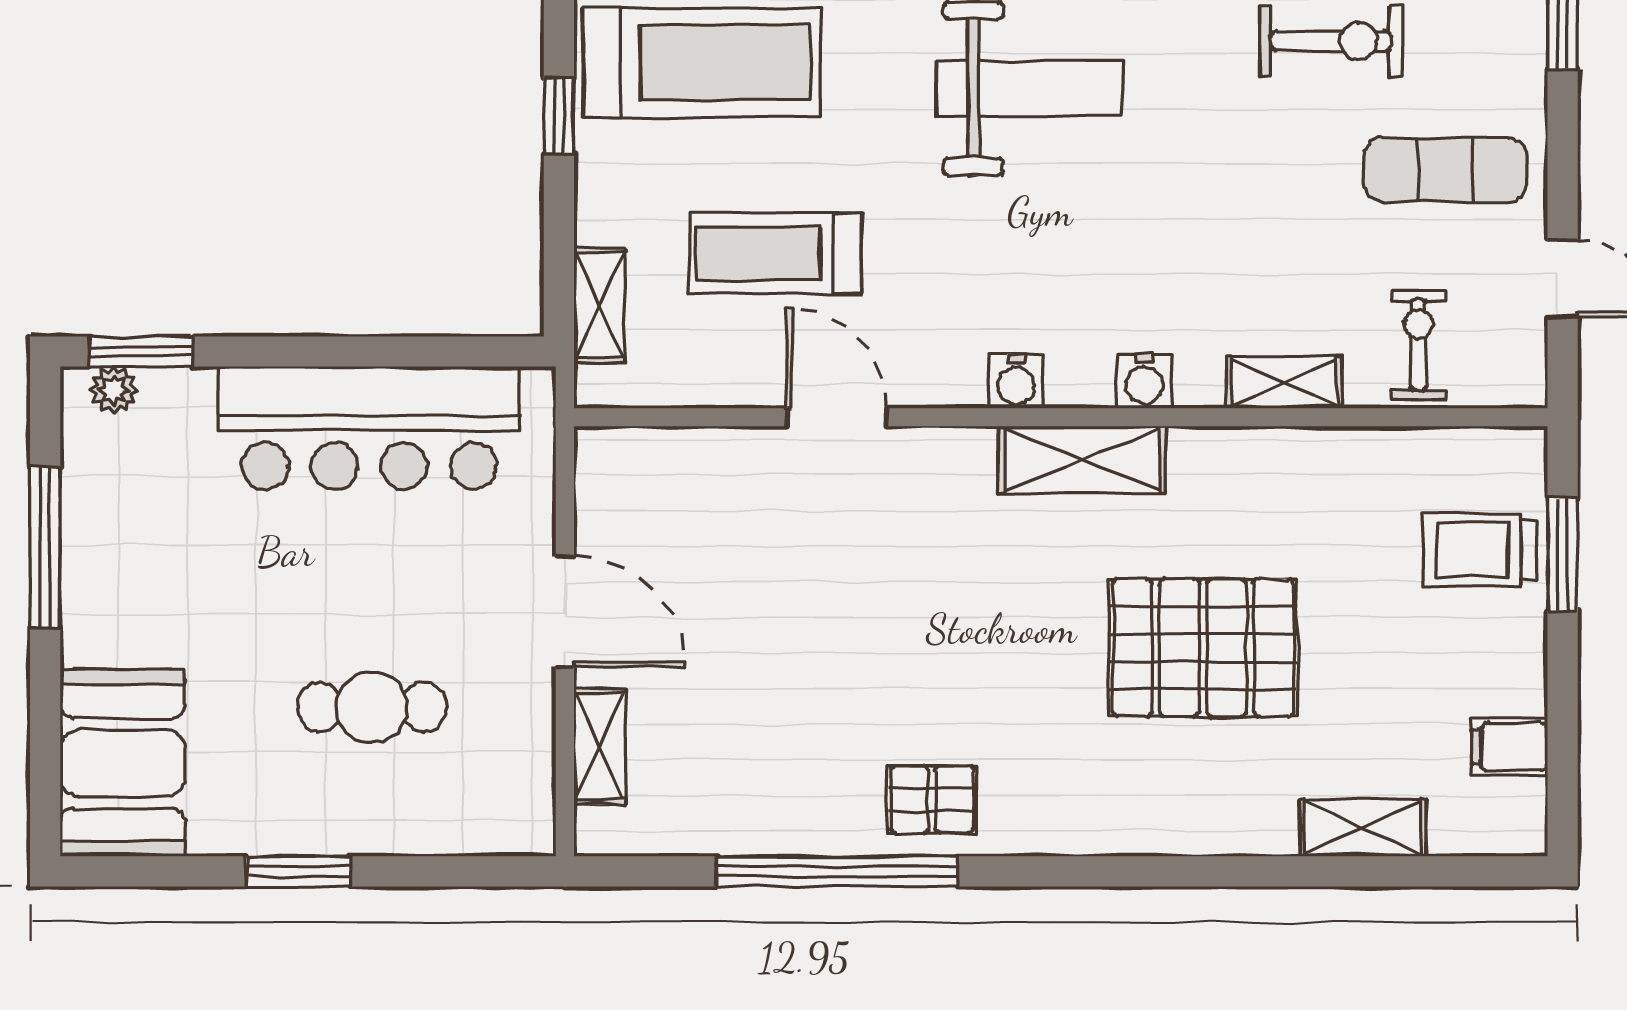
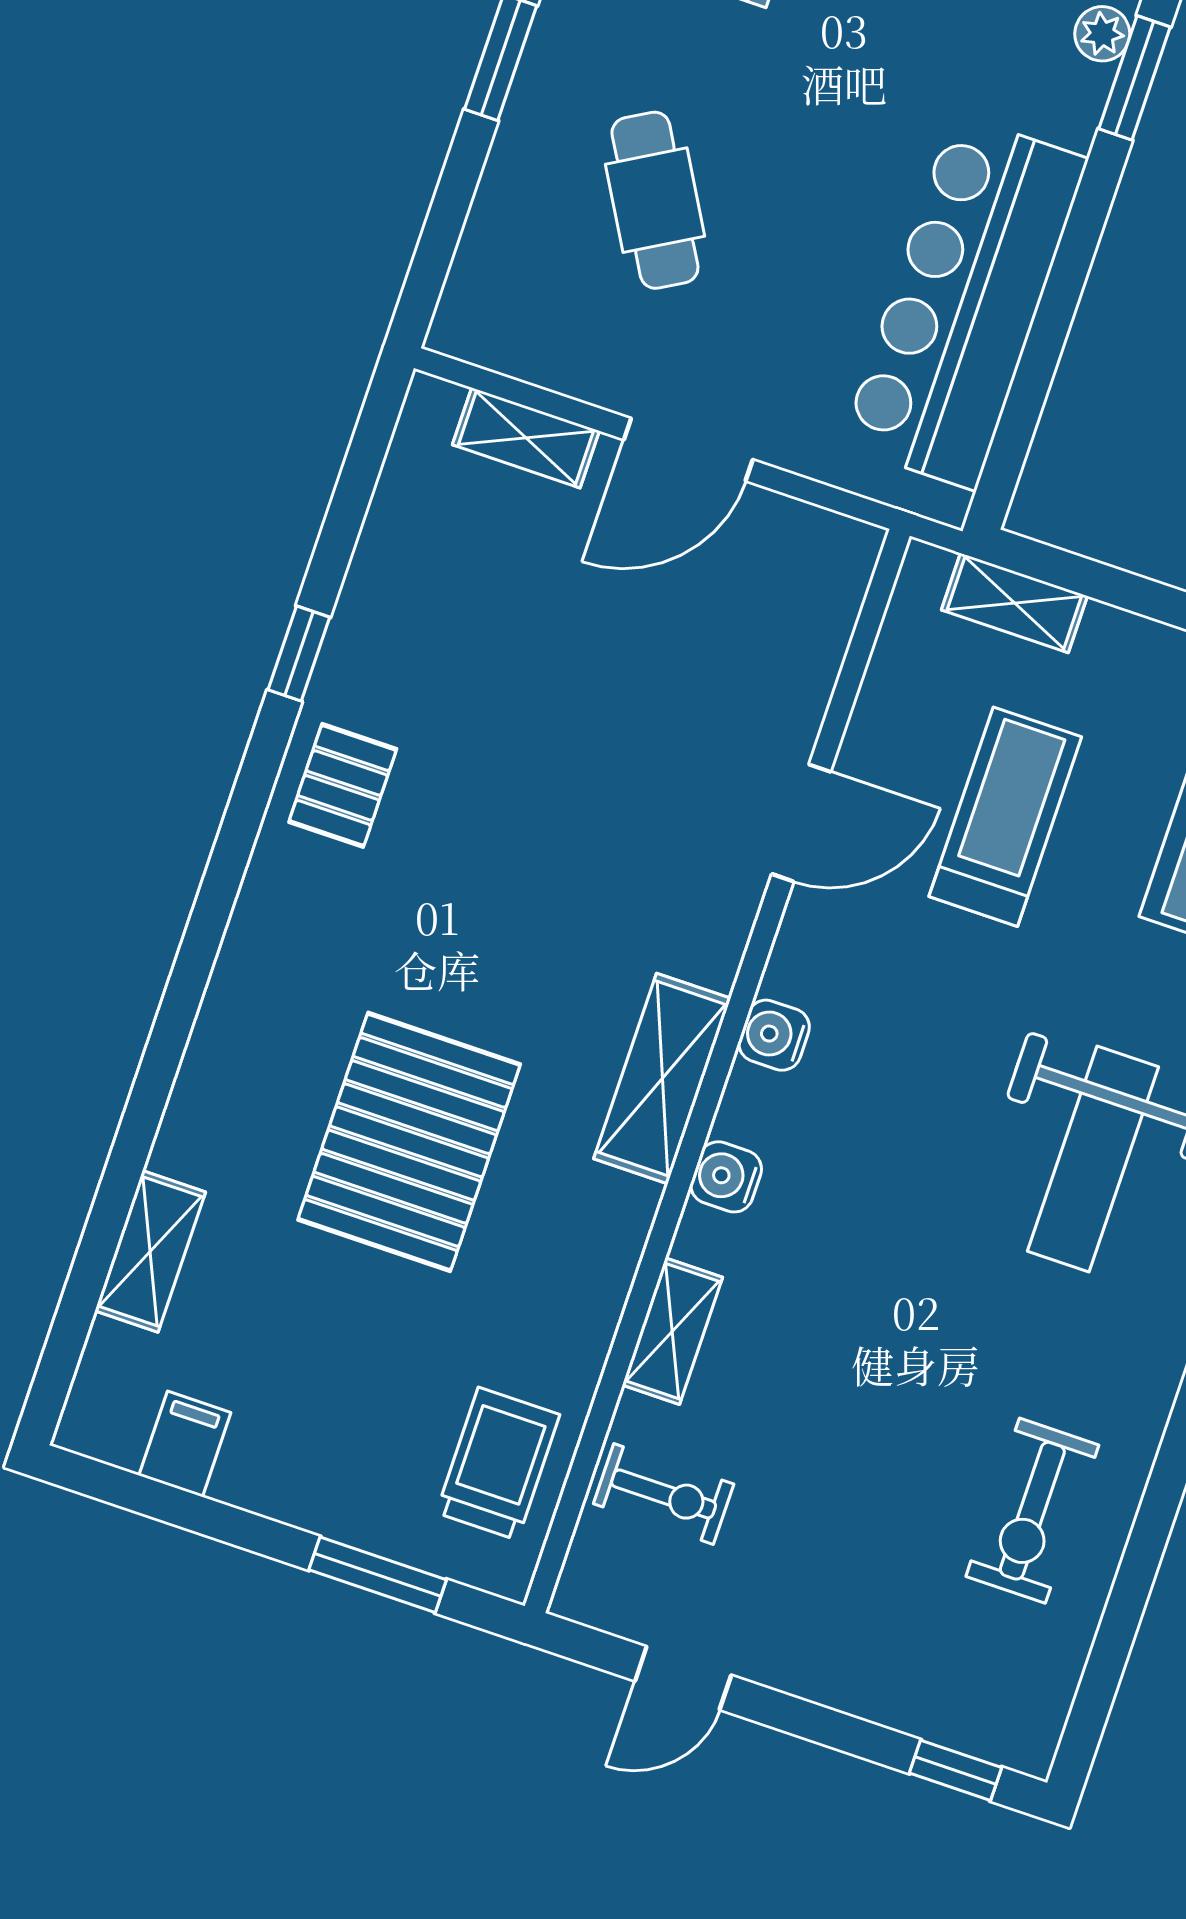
exercise mat: (1445, 170) -> (847, 1589), removed
trolley: (1480, 550) -> (498, 1464), moved
cafe table: (372, 707) -> (655, 200), turned -30
window: (837, 871) -> (299, 654), width x0.32

